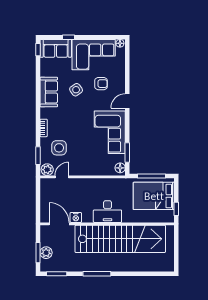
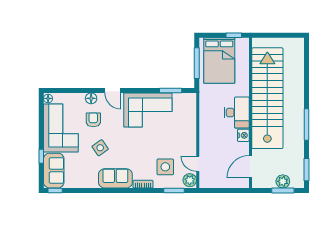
sofa: (49, 92) -> (115, 178), moved
floor lamp: (120, 168) -> (91, 98), moved
nightstand: (76, 217) -> (243, 135), moved

